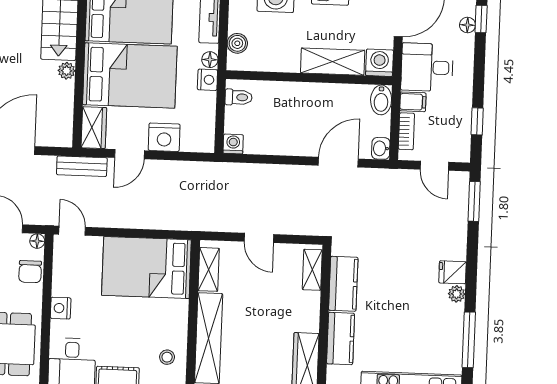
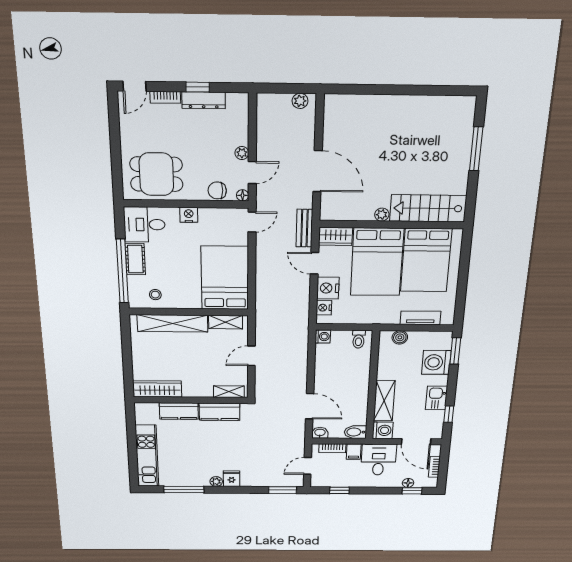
floor lamp: (210, 60) -> (388, 319), removed
nightstand: (207, 80) -> (324, 308), moved, turned 90

